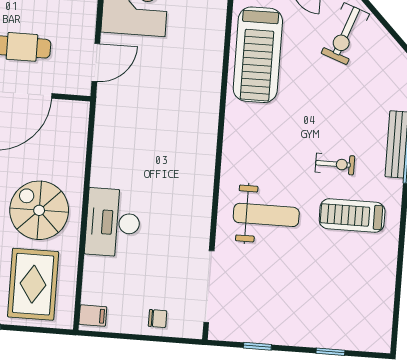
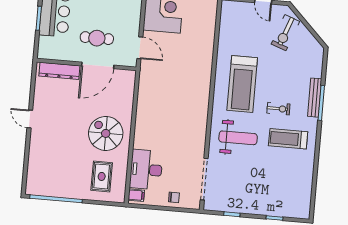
treadmill: (258, 55) -> (242, 84), moved
door: (96, 62) -> (140, 48), hinge flipped
desk: (113, 223) -> (146, 170), moved
rug: (33, 284) -> (102, 176), width x0.73, depth x0.70

